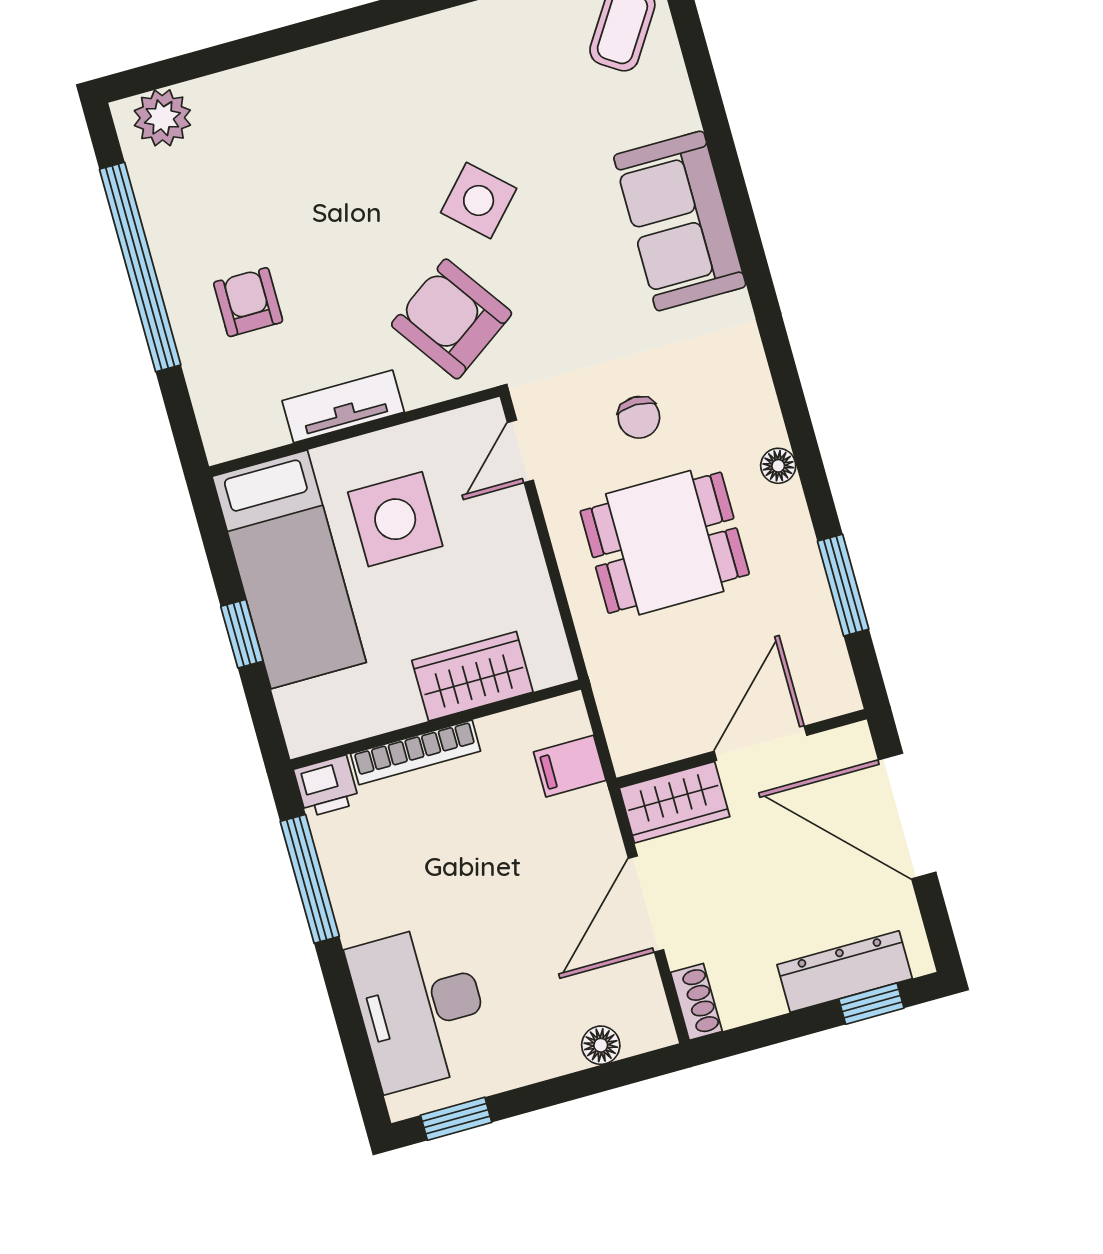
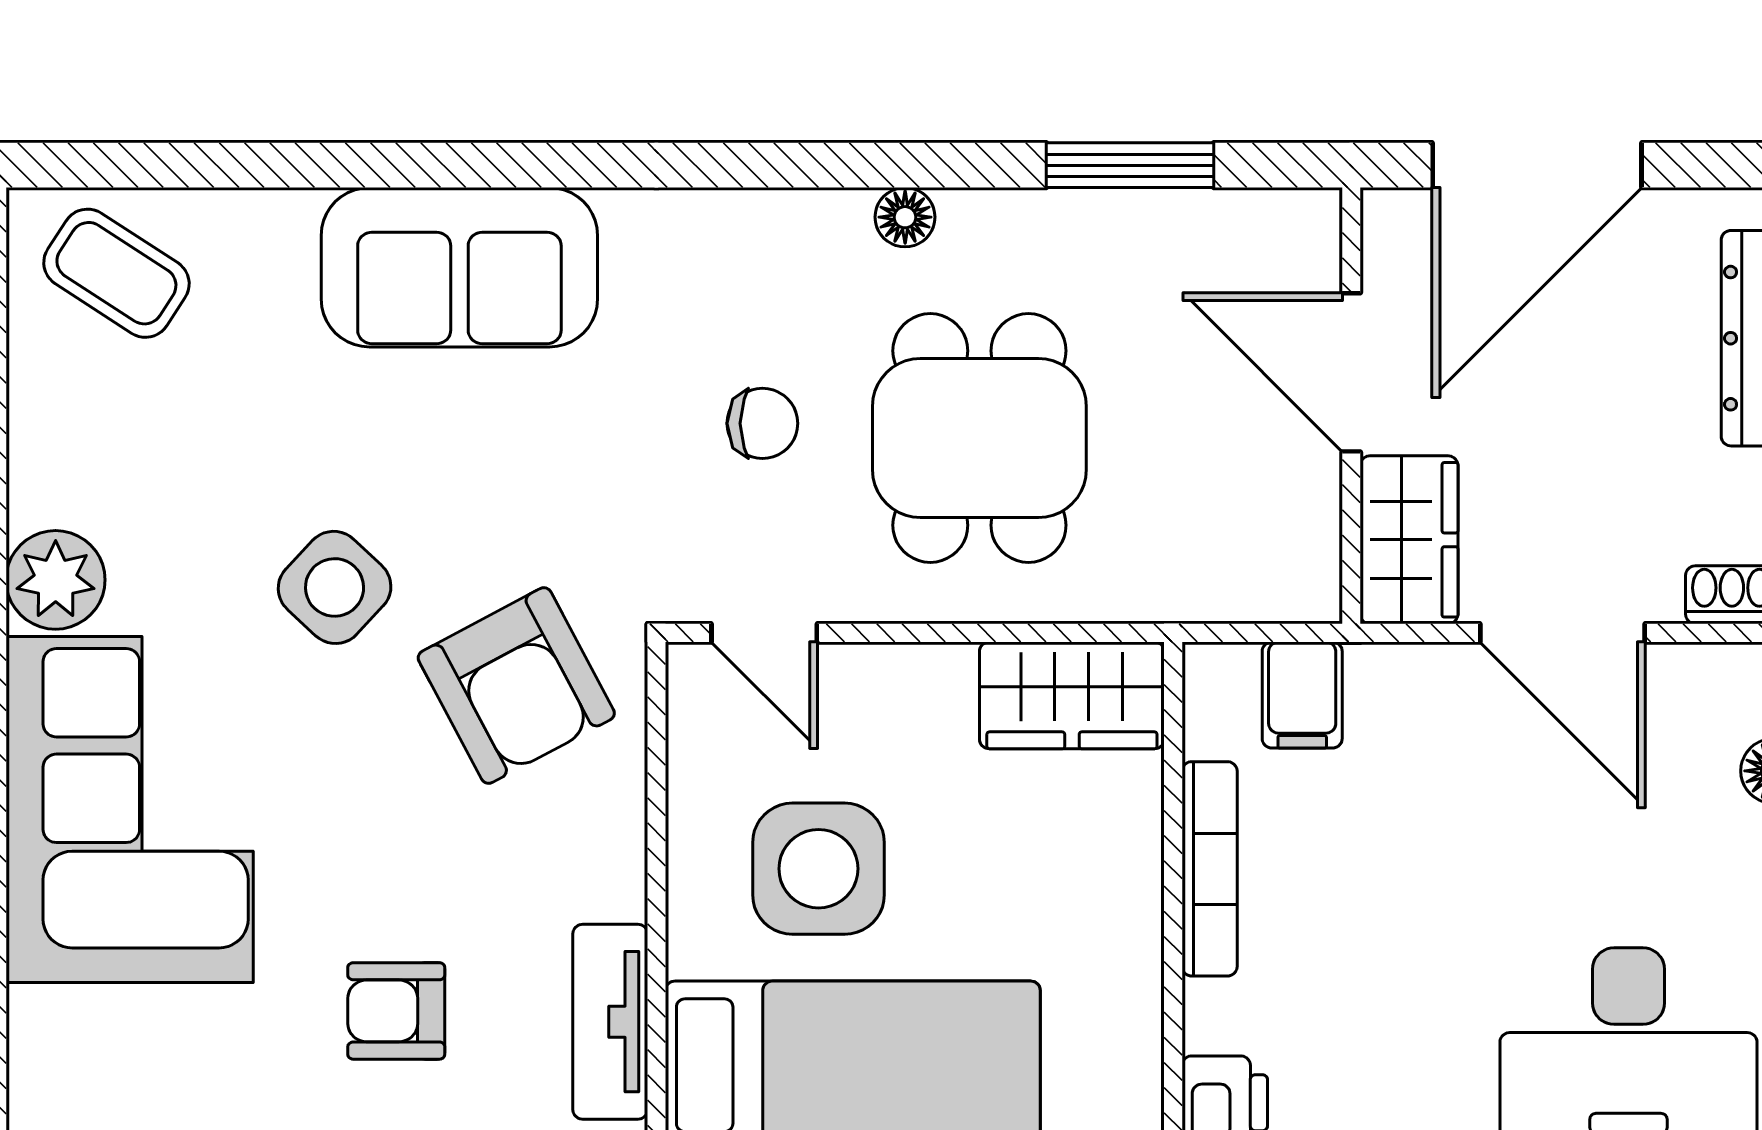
plant: (162, 118) -> (56, 580), moved
corner sofa: (320, 119) -> (130, 810), added
armchair: (452, 319) -> (516, 686), turned -83
tv unit: (343, 406) -> (610, 1022), moved
wardrobe: (472, 676) -> (1072, 695), moved, turned -90
bookcase: (416, 752) -> (1210, 869), moved

